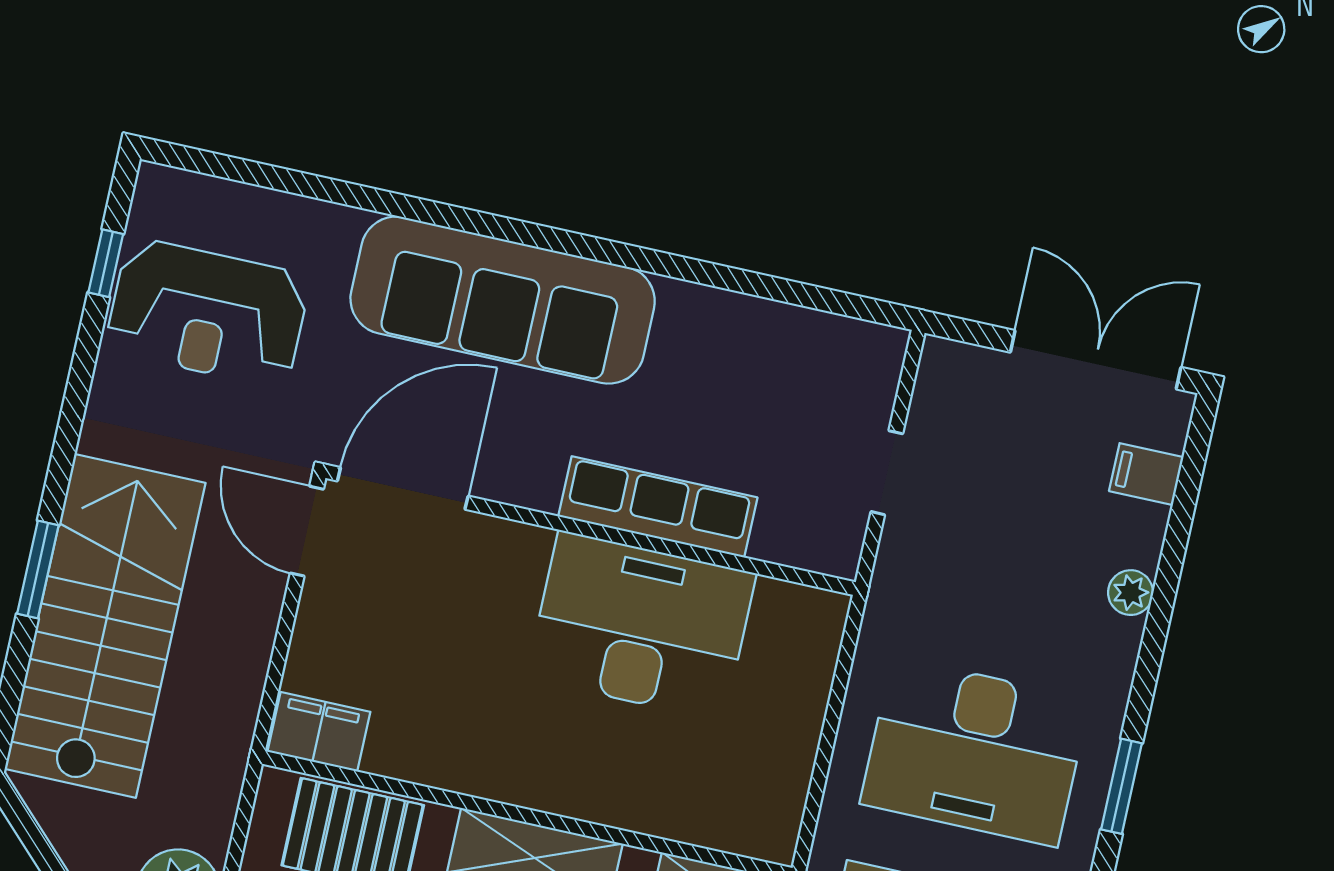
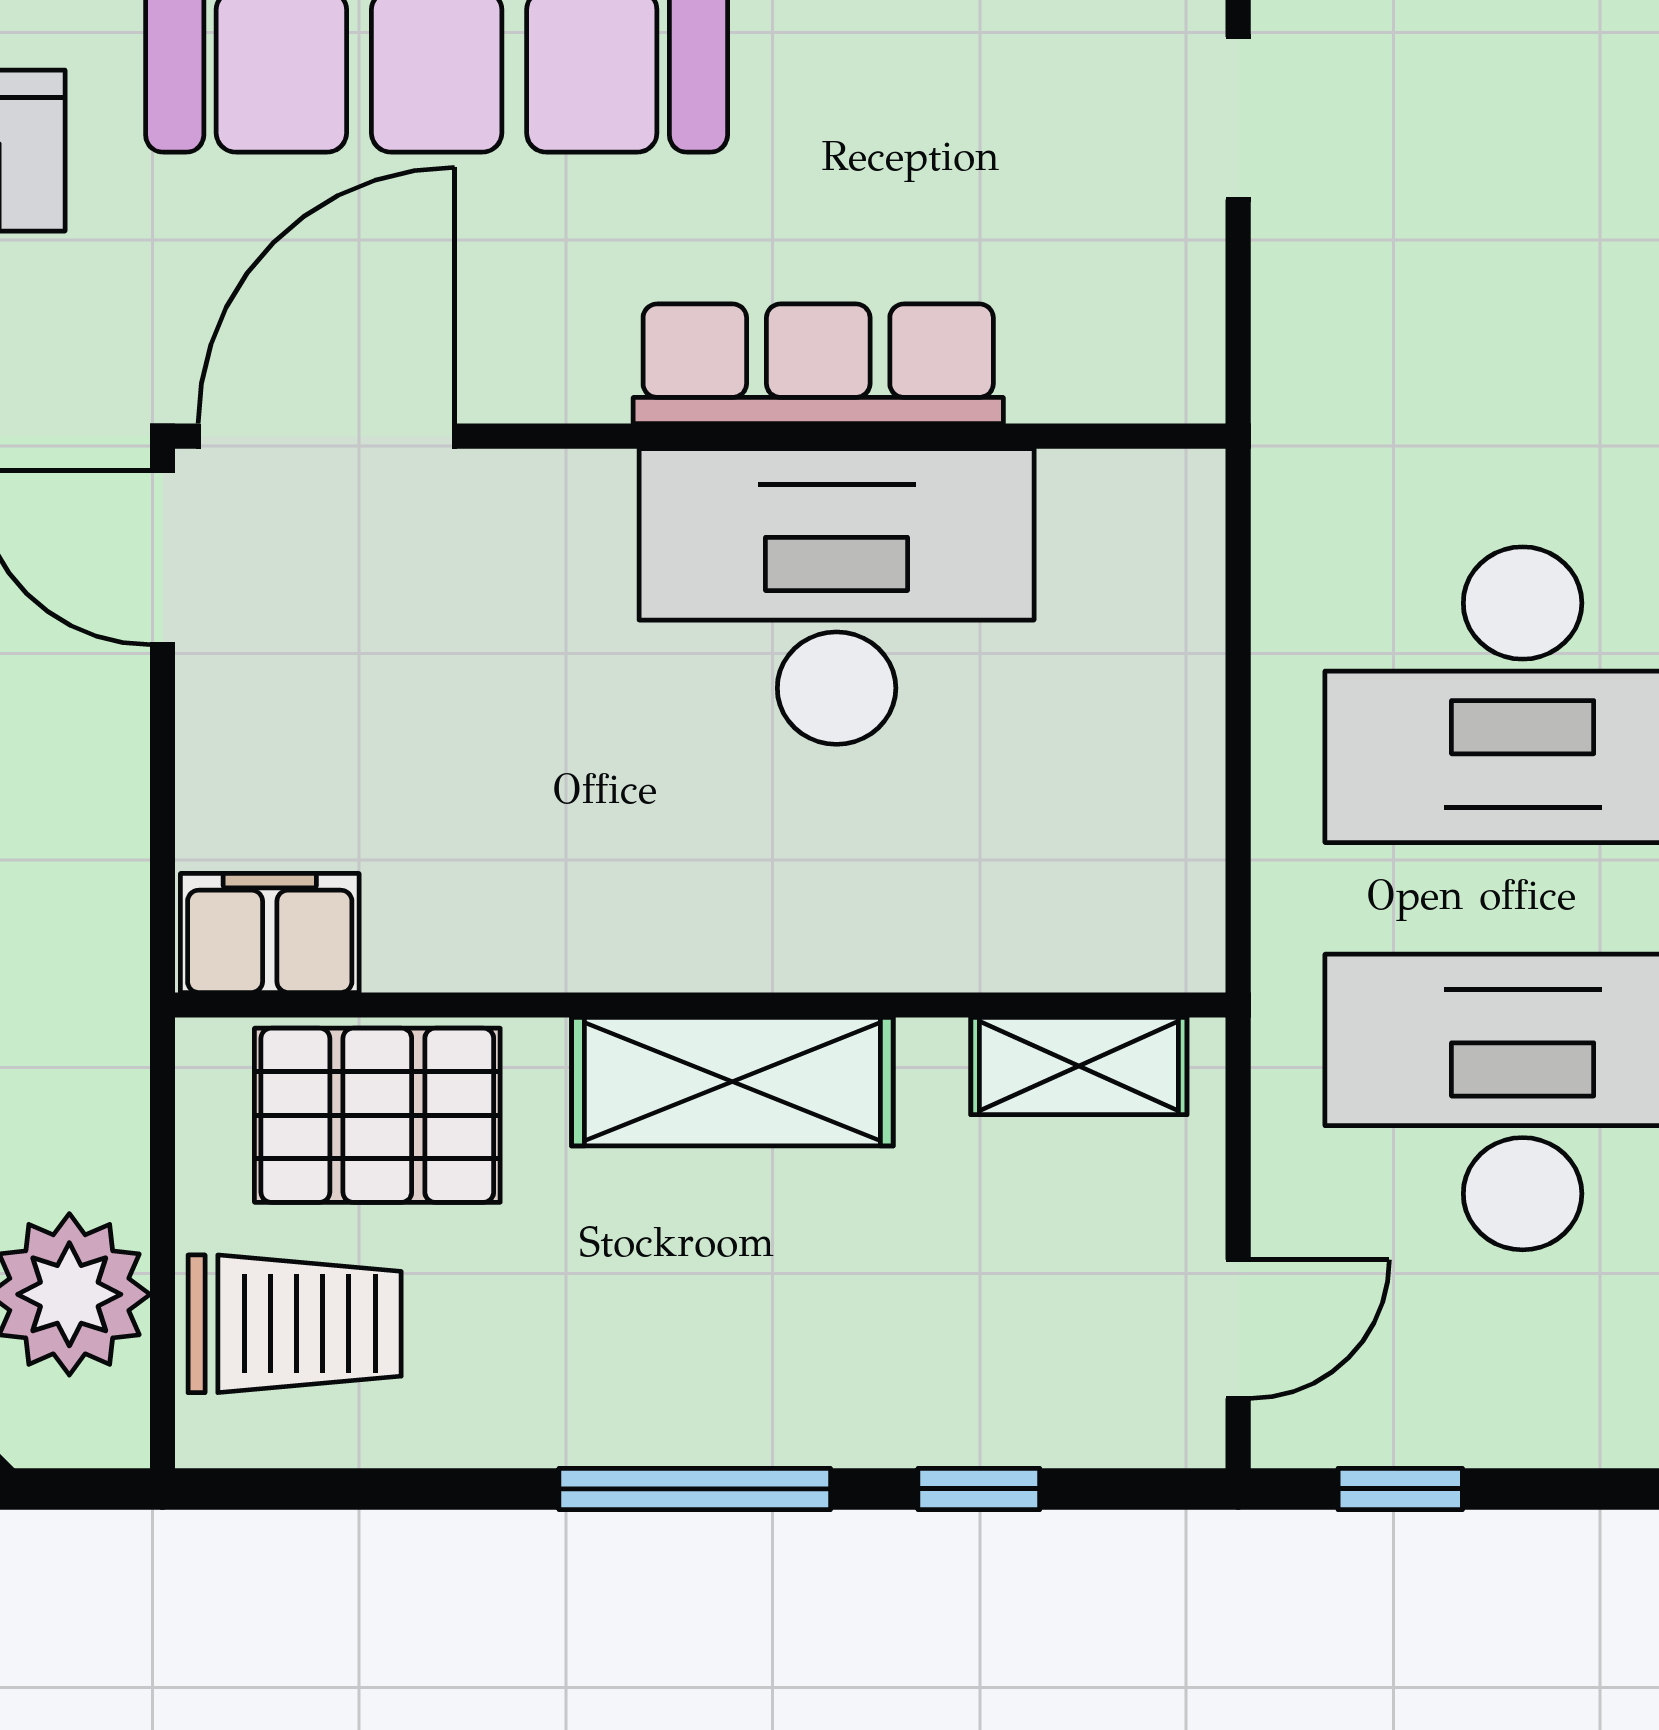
doorway: (887, 473) -> (1238, 118), moved

